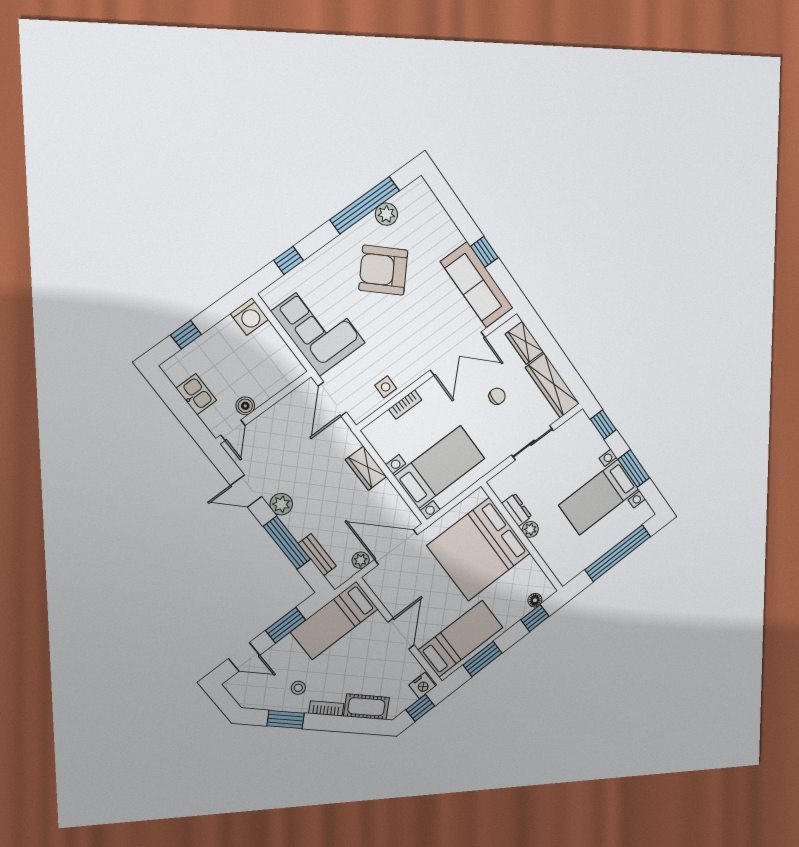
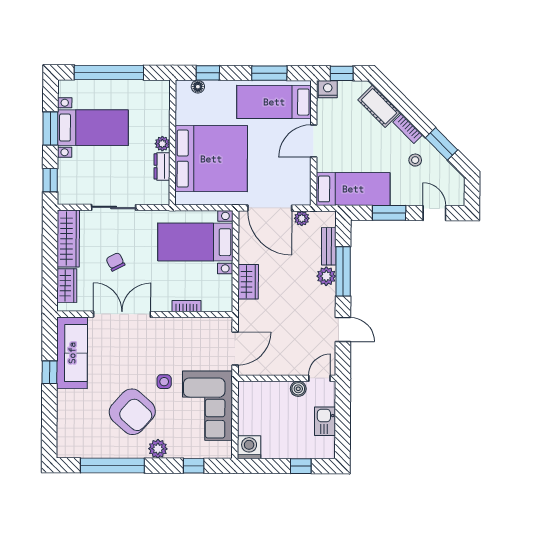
plant: (386, 214) -> (158, 449), moved
side table: (386, 387) -> (164, 382), moved
chair: (497, 396) -> (115, 262), turned 63
plant: (281, 504) -> (326, 276), moved

